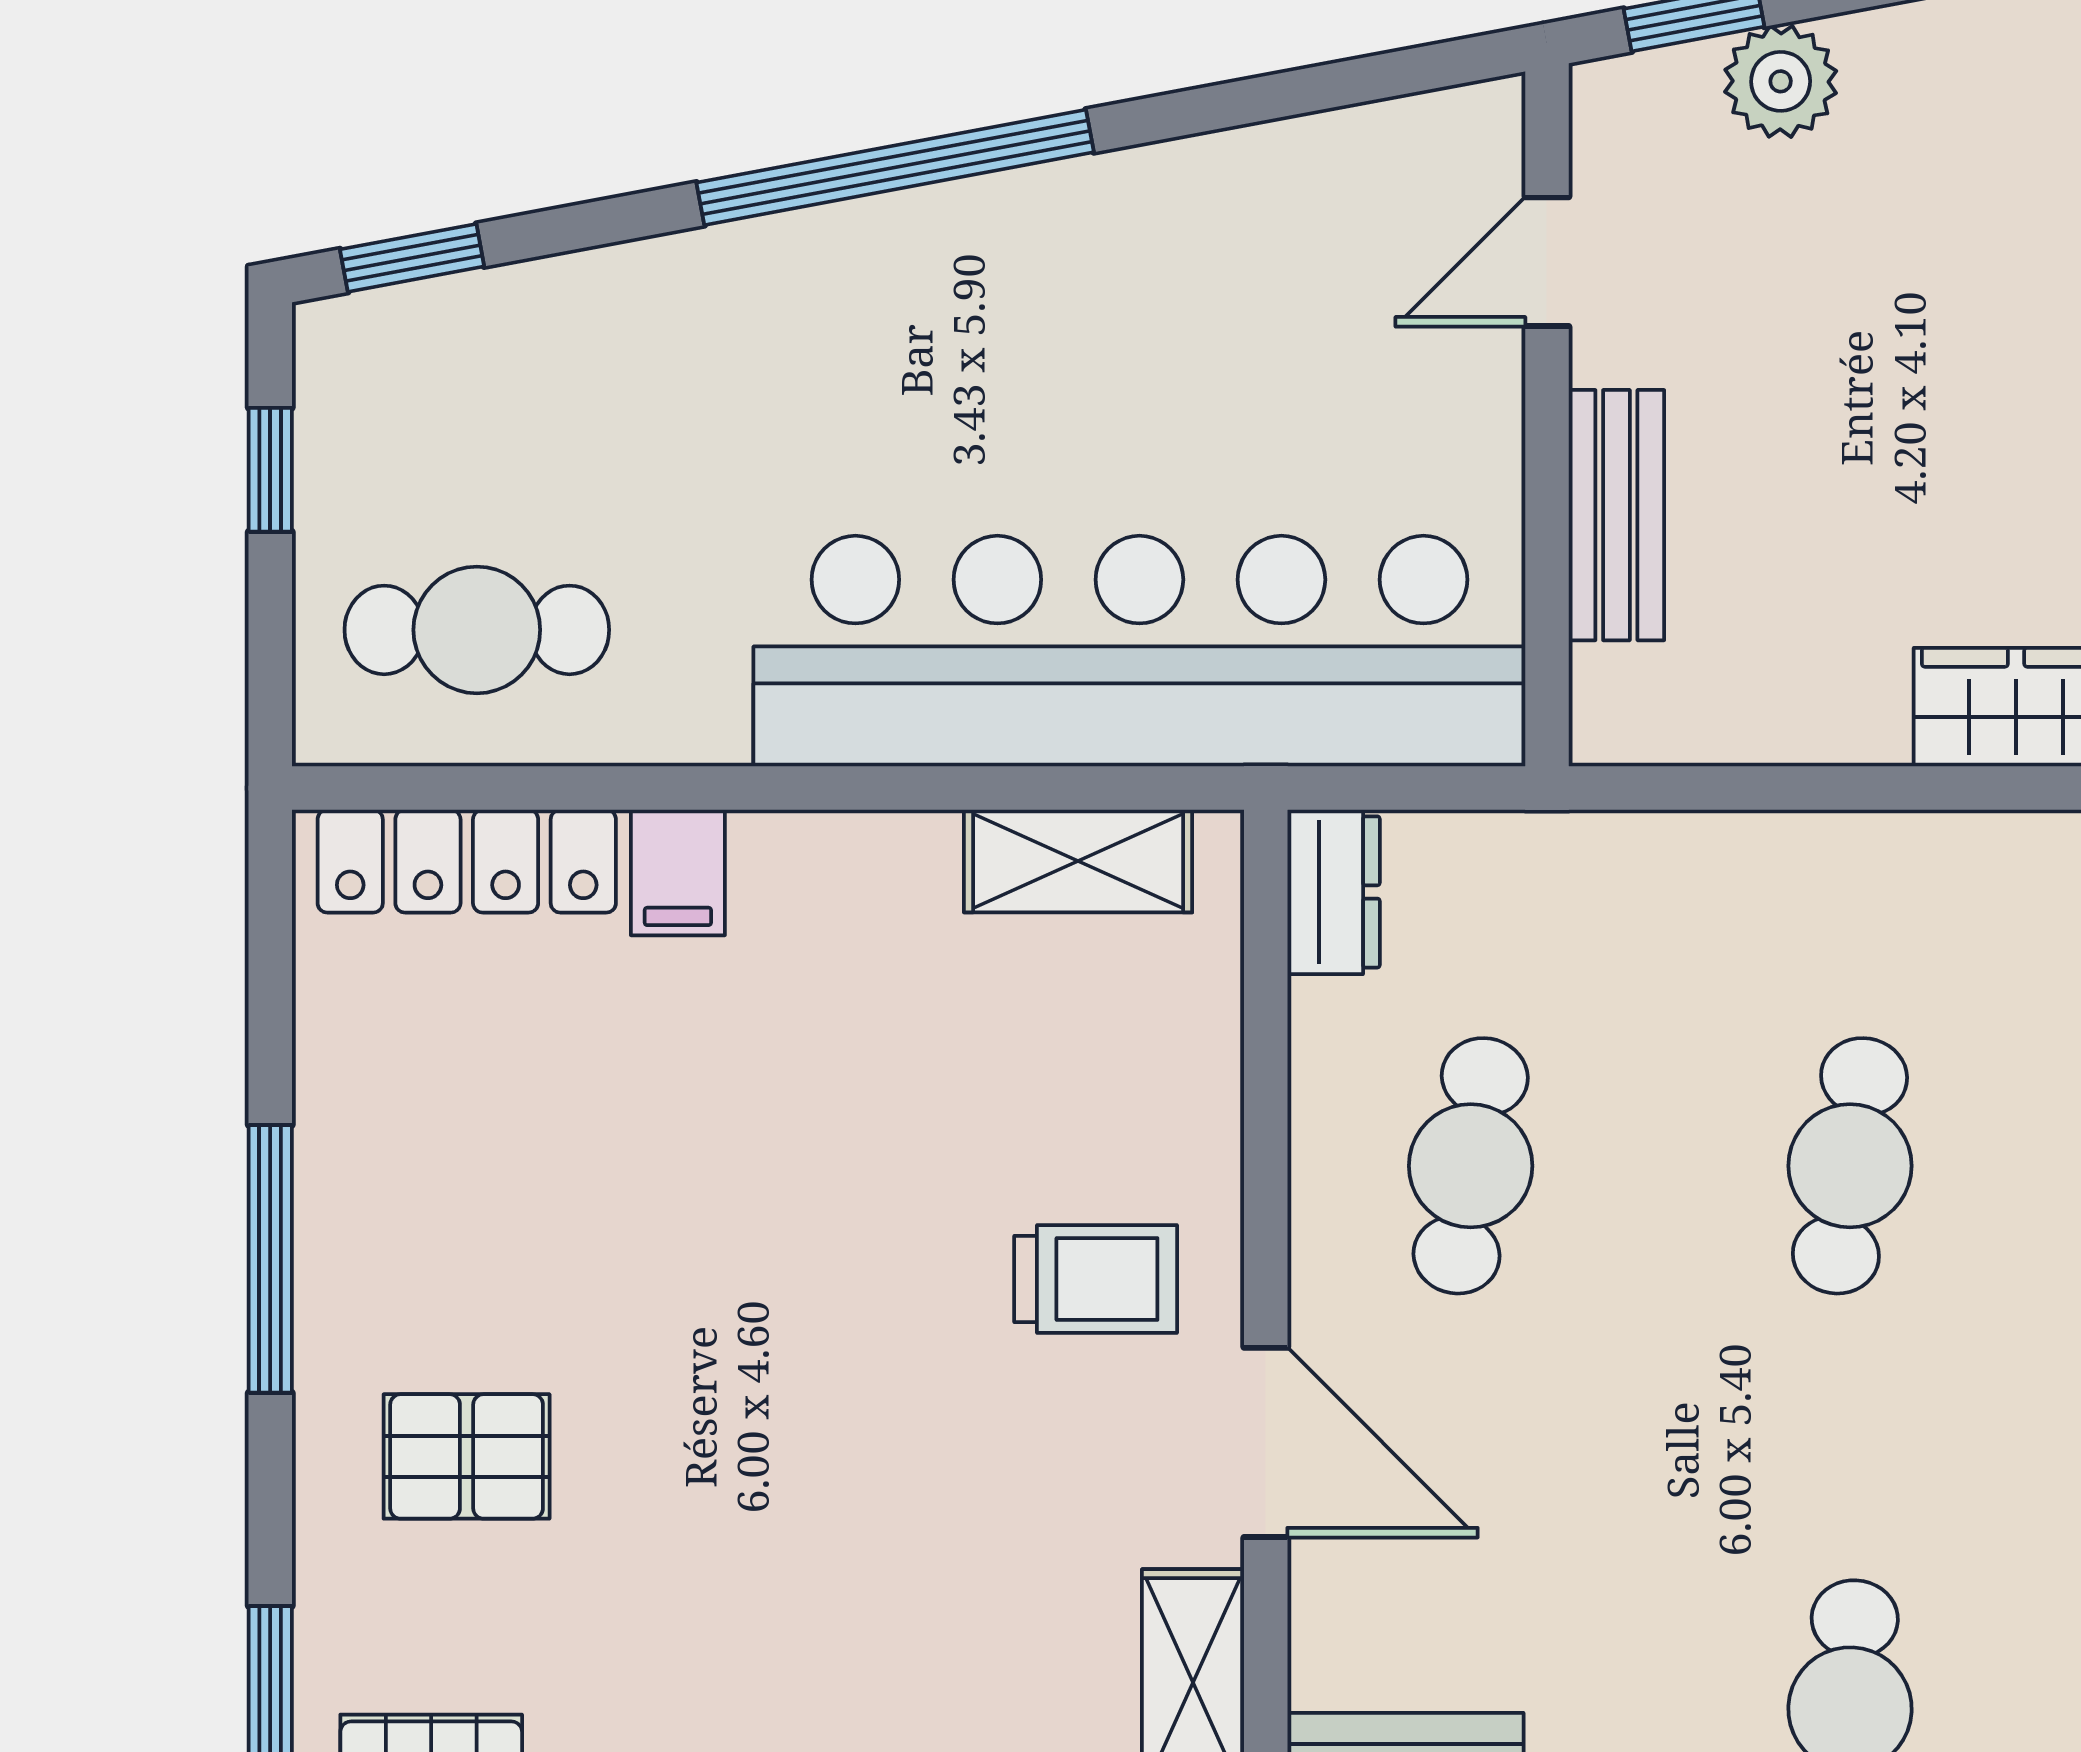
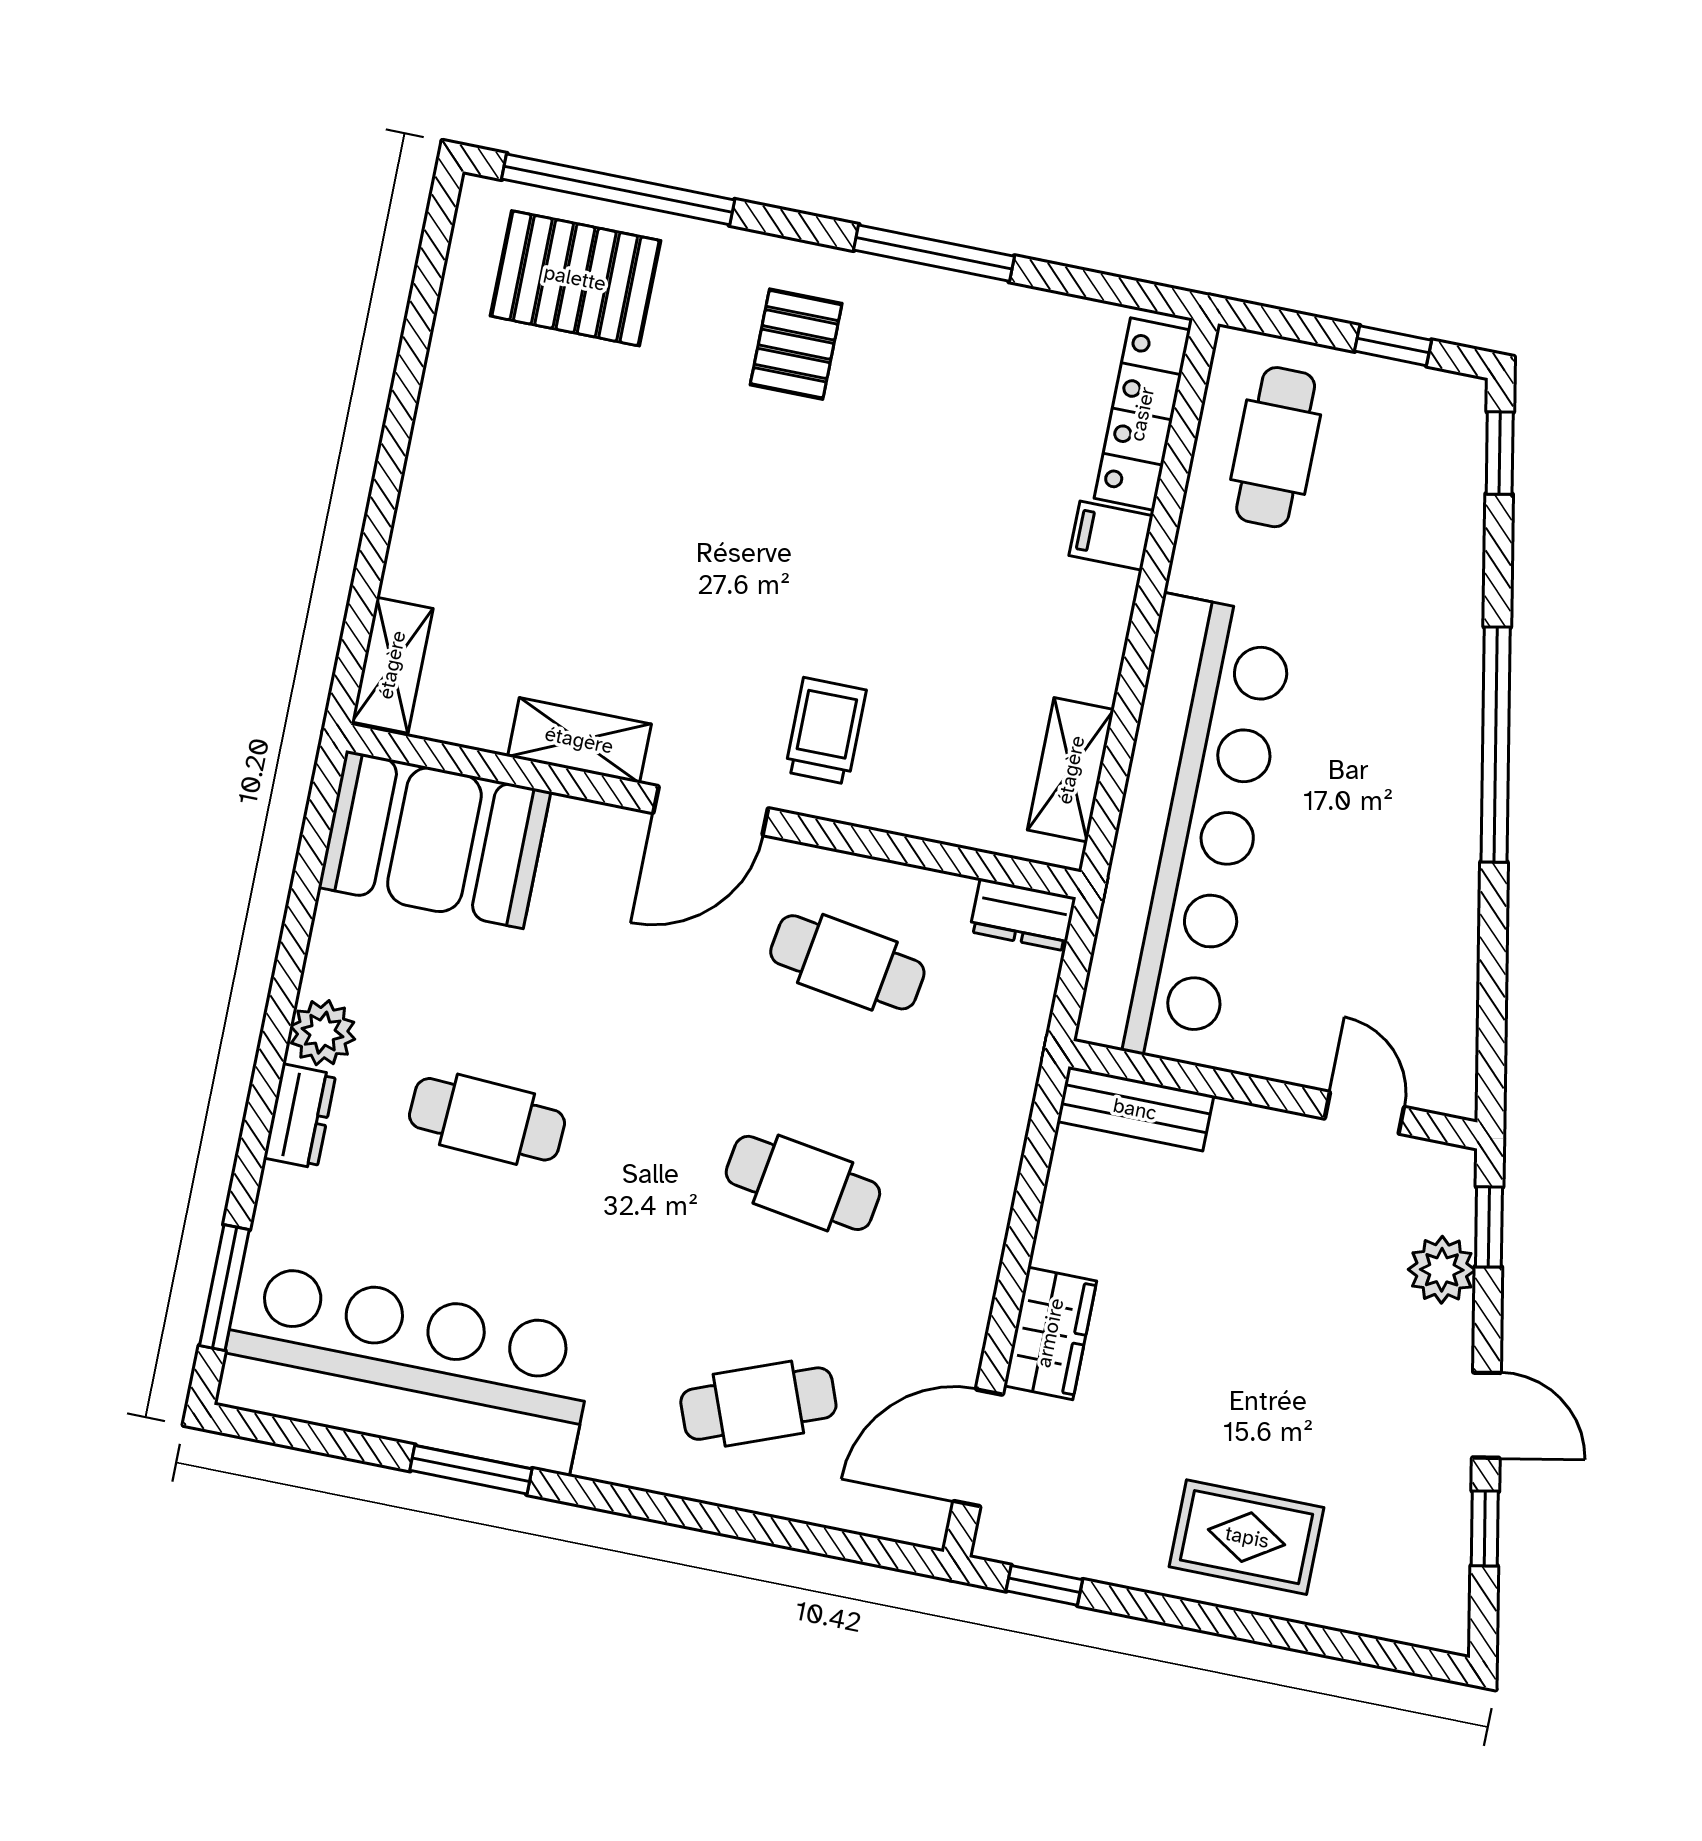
bench: (1616, 515) -> (1135, 1109), moved
trolley: (1096, 1279) -> (826, 731), turned 180

